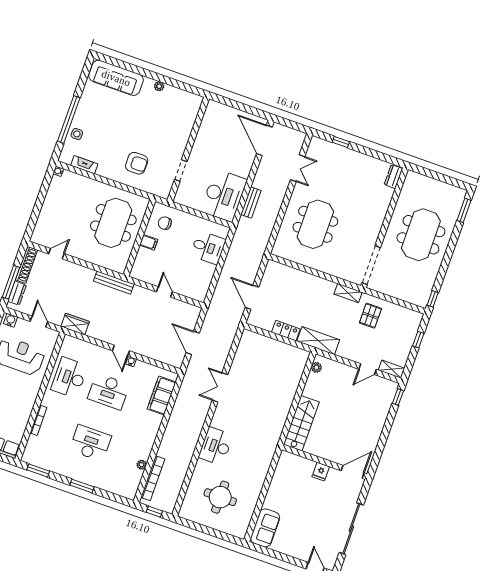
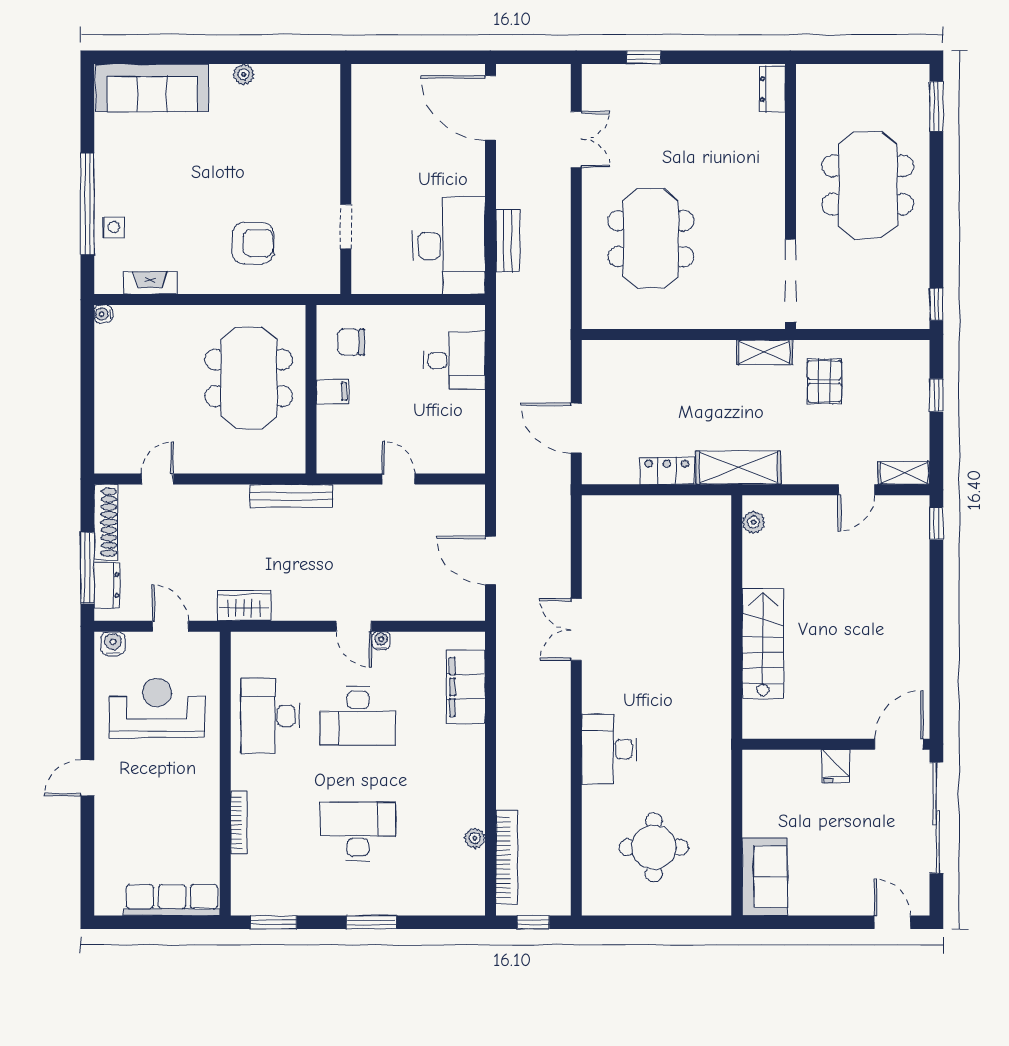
wall: (324, 462) -> (836, 744), moved
fridge: (321, 472) -> (836, 766), moved
door: (353, 472) -> (899, 744), moved

